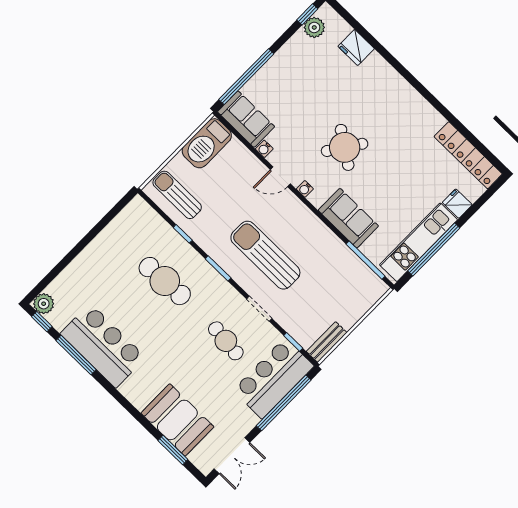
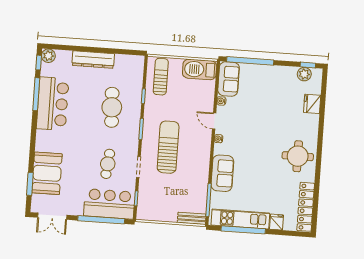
round table: (345, 147) -> (298, 156), moved, turned -34
dresser: (92, 256) -> (93, 60), added
bench: (327, 342) -> (192, 218), moved

